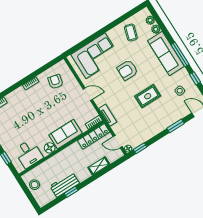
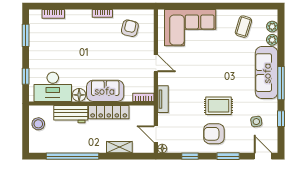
armchair: (127, 70) -> (214, 134), moved
locker: (94, 136) -> (109, 112), moved
window: (140, 148) -> (190, 156), moved
desk: (29, 154) -> (53, 87), width x1.37
workbench: (65, 185) -> (71, 114), moved, turned 180
window: (71, 192) -> (72, 156), width x3.17

